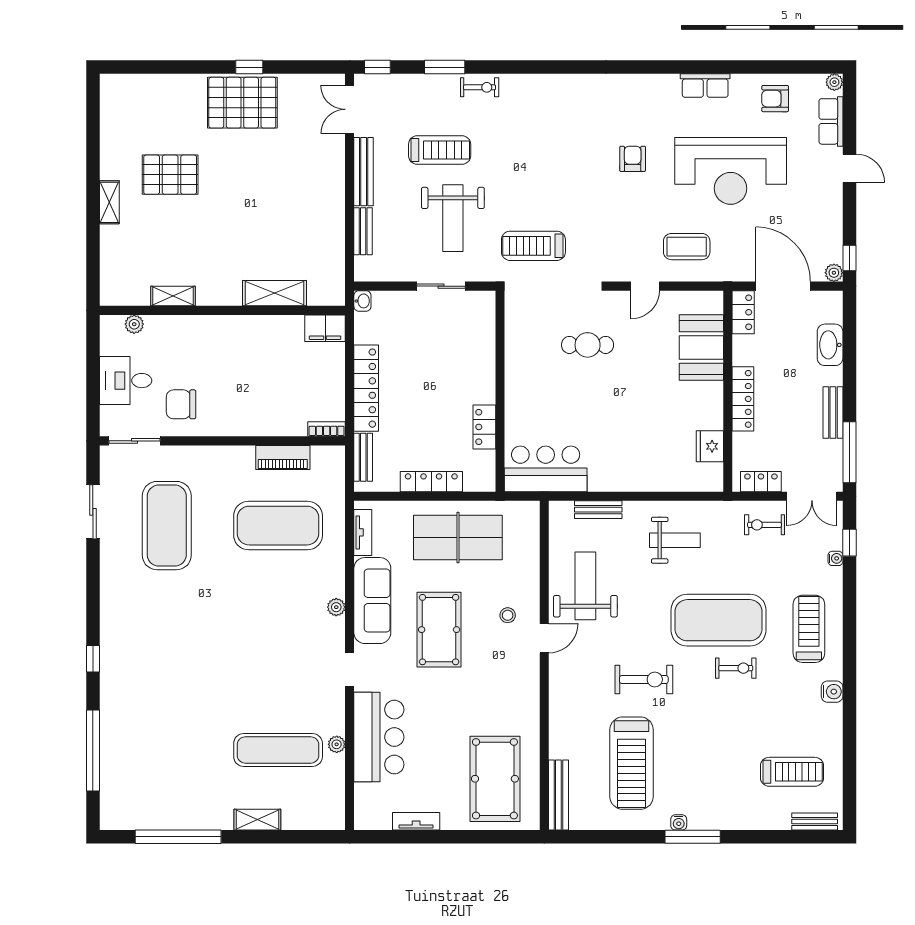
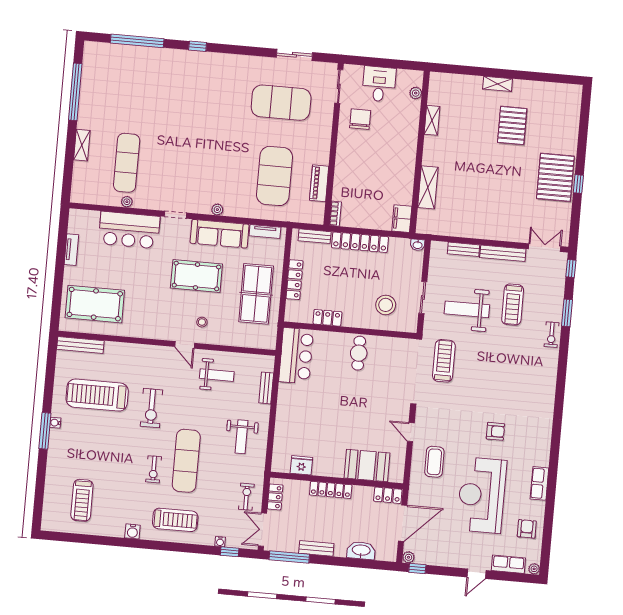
stool: (457, 341) -> (386, 305), added
cafe table: (588, 345) -> (359, 353), moved
weight bench: (585, 586) -> (217, 375), width x0.73, depth x0.75
exercise mat: (719, 620) -> (186, 461), width x0.68
bench: (815, 822) -> (48, 512), removed

